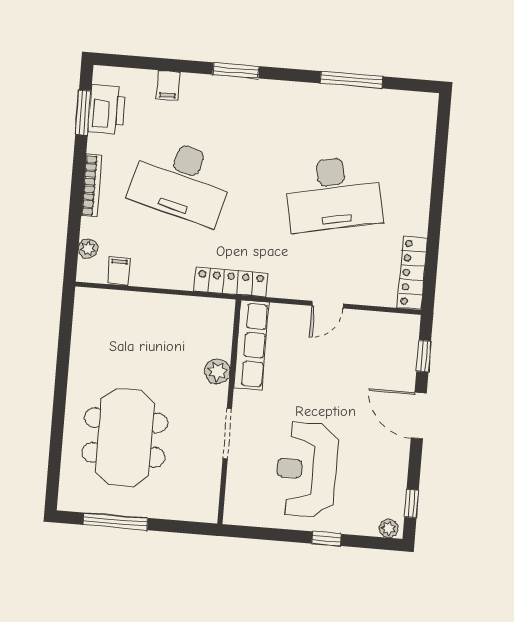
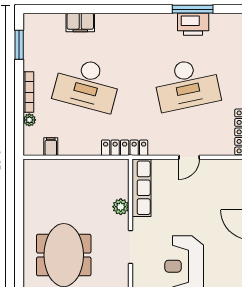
window: (236, 70) -> (117, 9), removed
filing cabinet: (168, 85) -> (80, 23), width x2.00
printer: (107, 110) -> (193, 24), moved, turned 90
plant: (88, 249) -> (29, 120), moved

